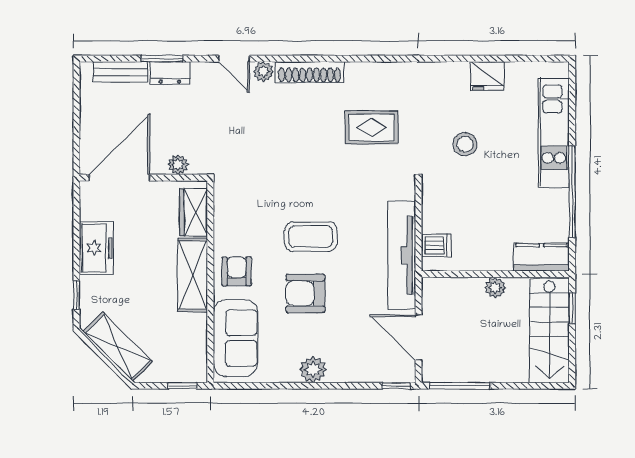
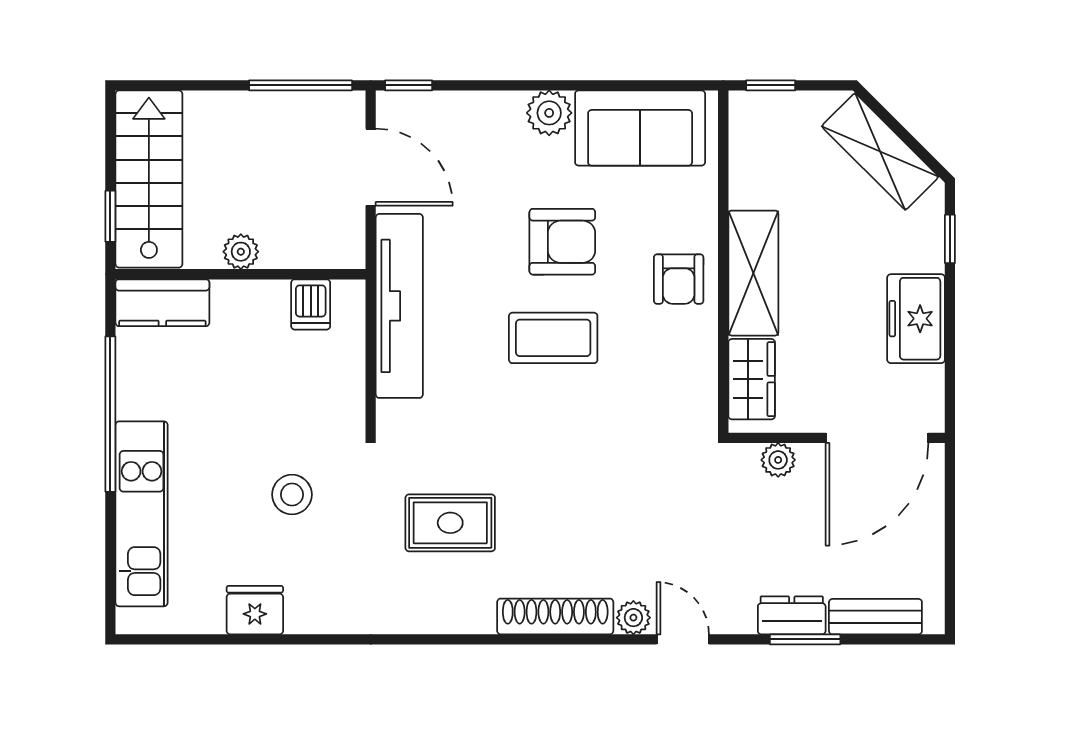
dishwasher: (436, 246) -> (311, 304), moved, turned -90
sofa: (236, 338) -> (640, 128), moved, turned -90

